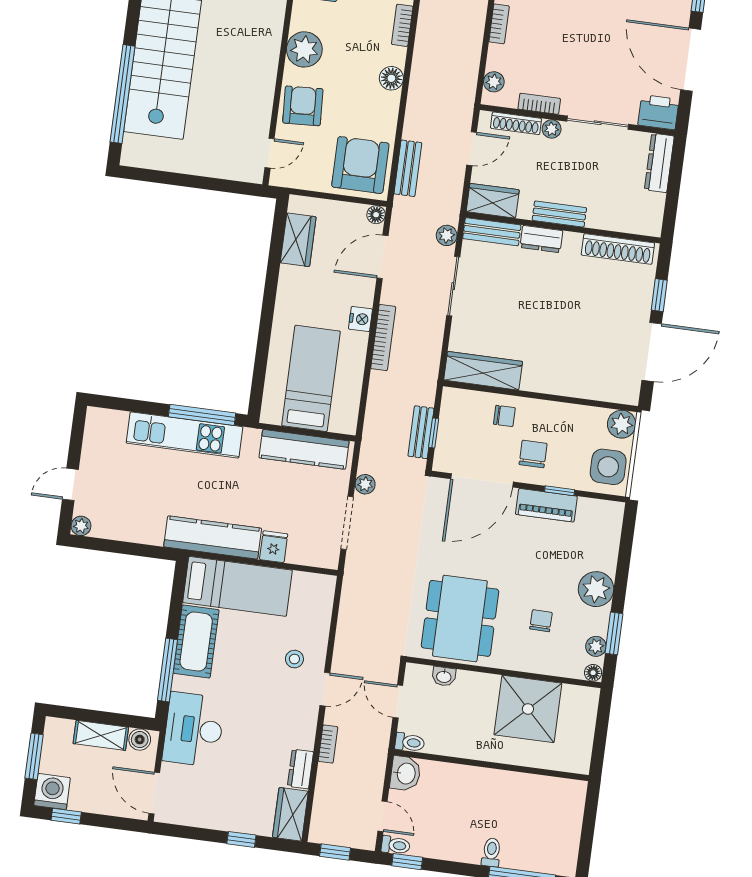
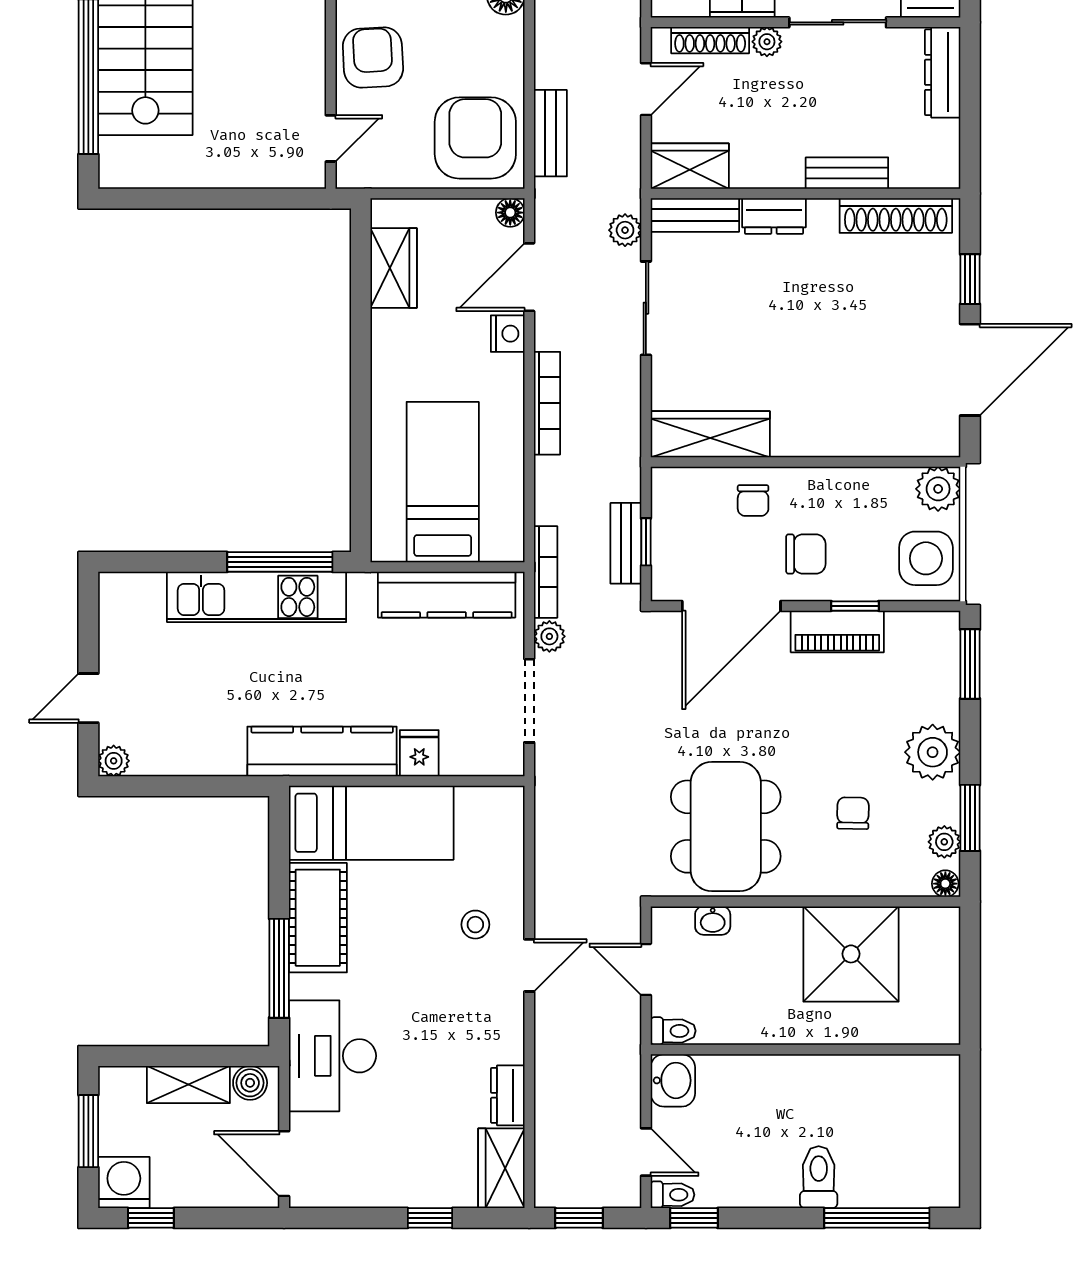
bench: (559, 214) -> (847, 173), moved
nightstand: (360, 319) -> (508, 334), moved
chair: (504, 416) -> (753, 501), turned 90
chair: (533, 454) -> (806, 554), turned 90
window: (627, 537) -> (970, 664), added
bookcase: (328, 744) -> (546, 572), moved, width x1.56
toilet: (491, 852) -> (819, 1177), width x1.37, depth x1.39

